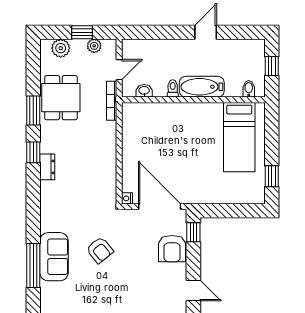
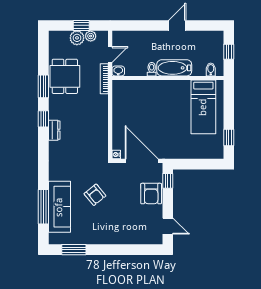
plant: (61, 48) -> (77, 38), moved
washbasin: (144, 91) -> (118, 71), moved
sofa: (54, 257) -> (59, 207), width x1.36

